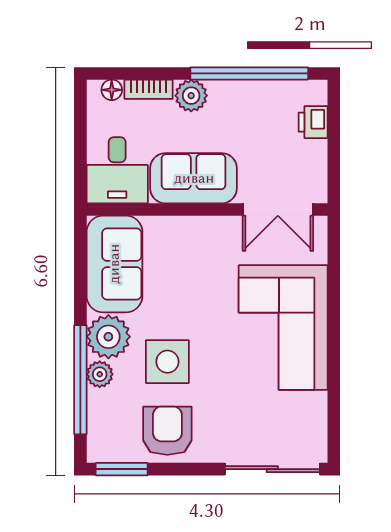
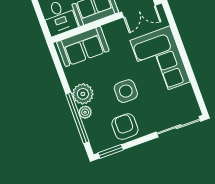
sofa: (114, 264) -> (83, 46), moved, turned 90
side table: (167, 362) -> (126, 91), moved

